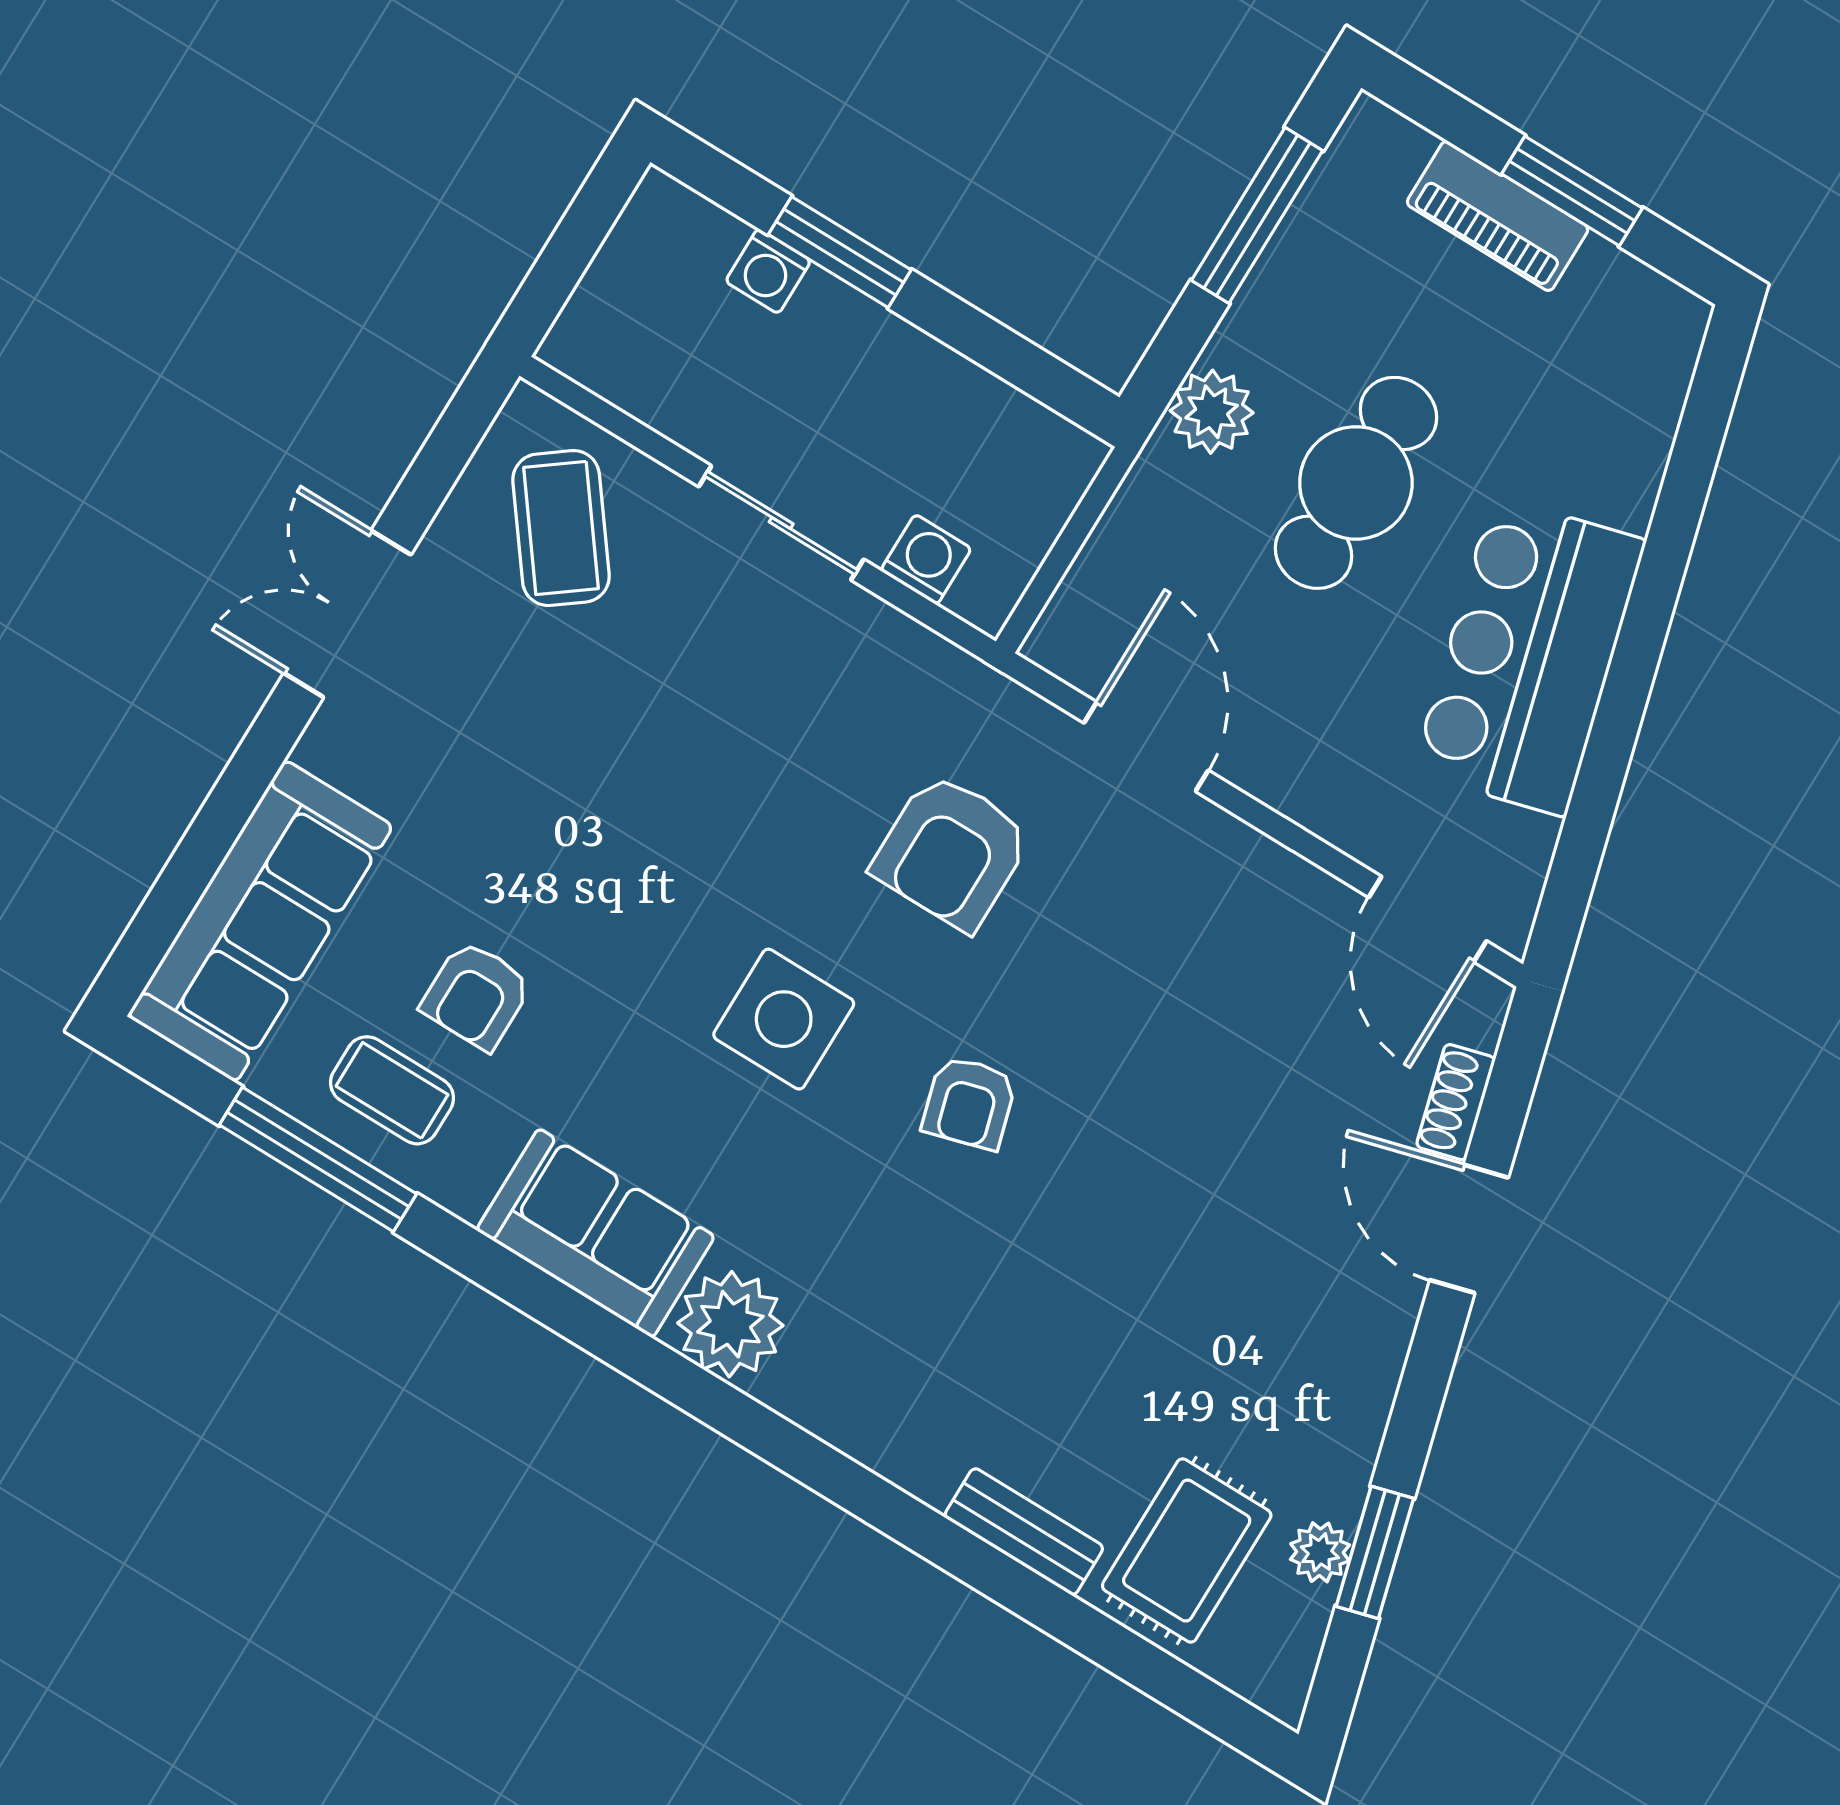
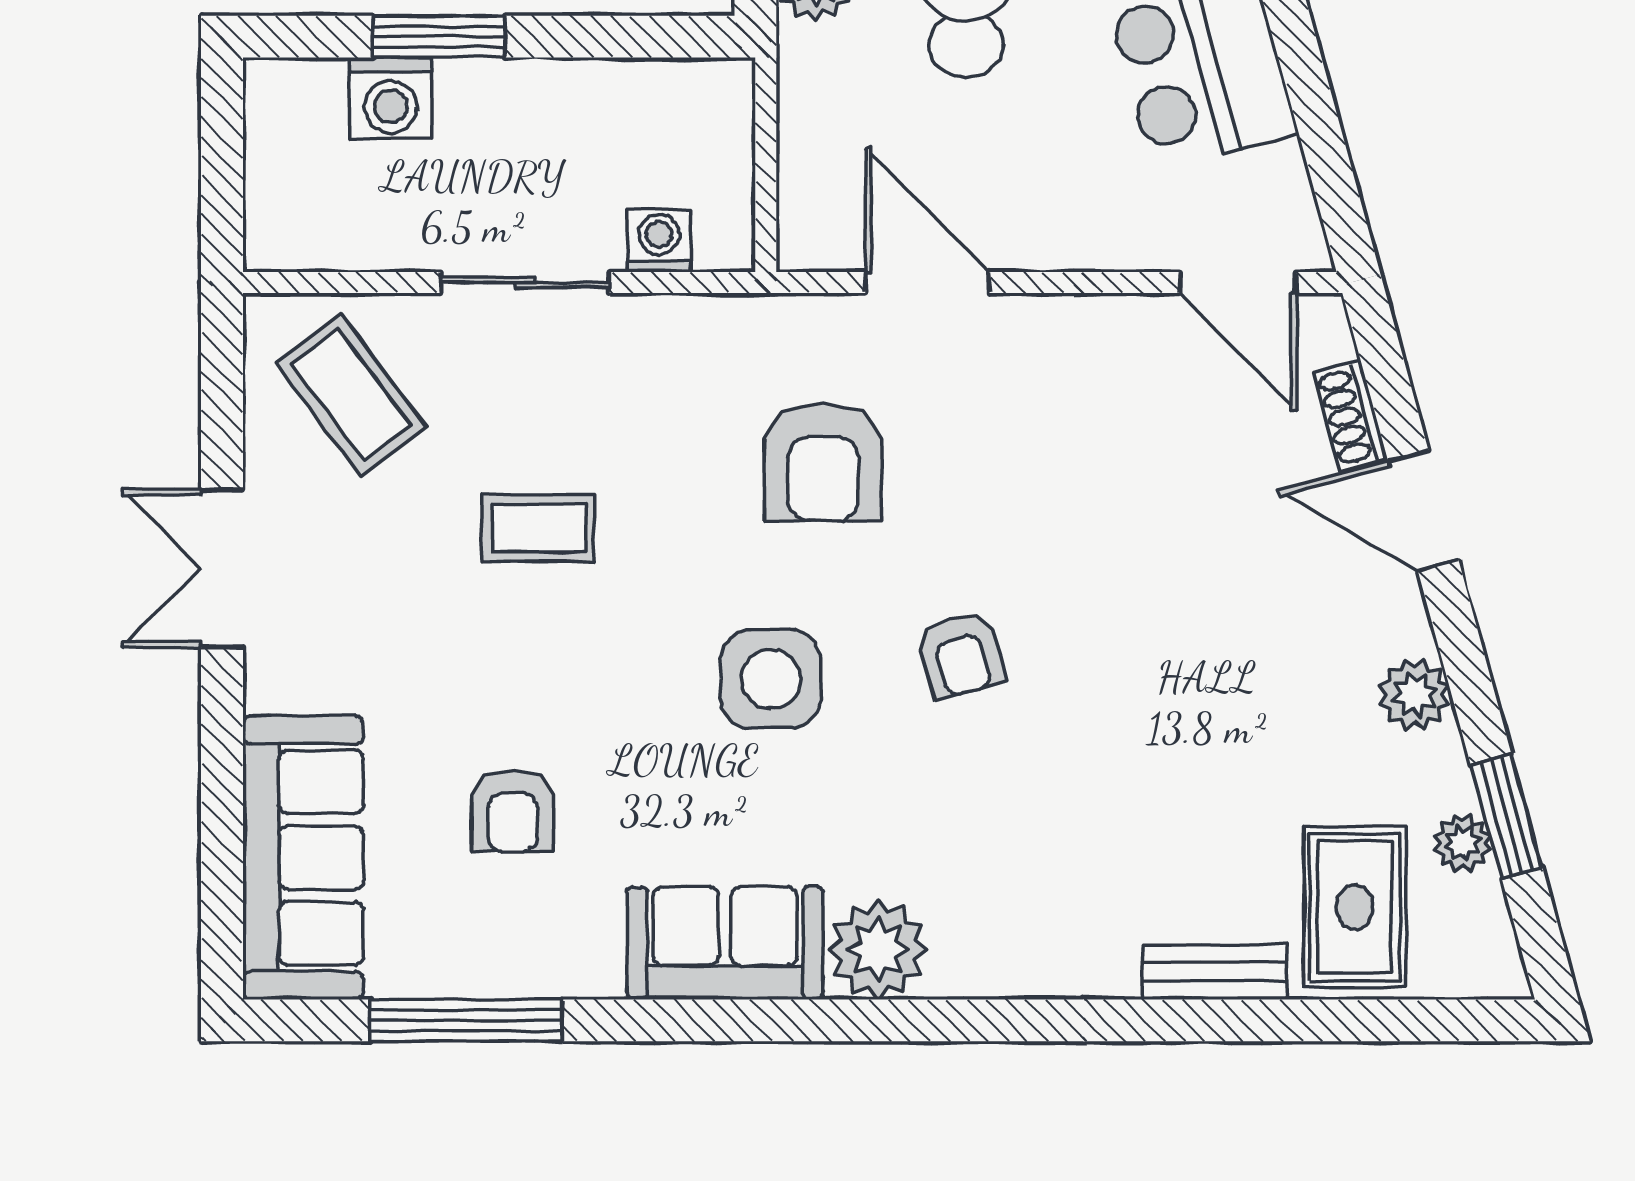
washing machine: (768, 271) -> (391, 98), width x1.38, depth x1.38
coffee table: (392, 1090) -> (538, 528), moved
plant: (1359, 1391) -> (1414, 695), added

